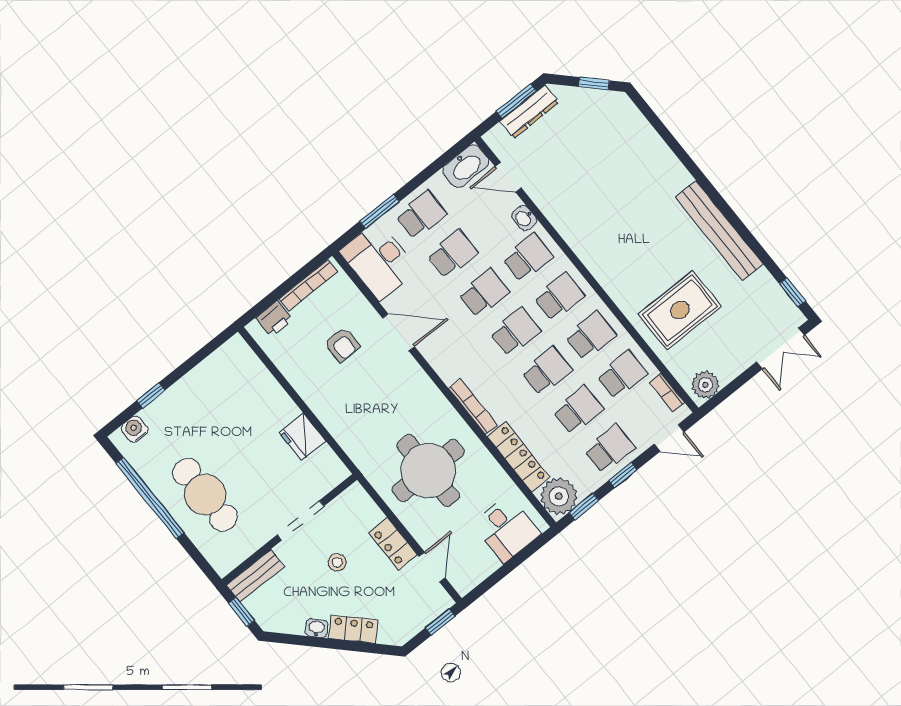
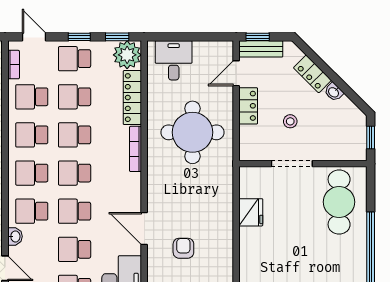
cafe table: (205, 495) -> (339, 202), moved
bench: (255, 576) -> (261, 49), moved

